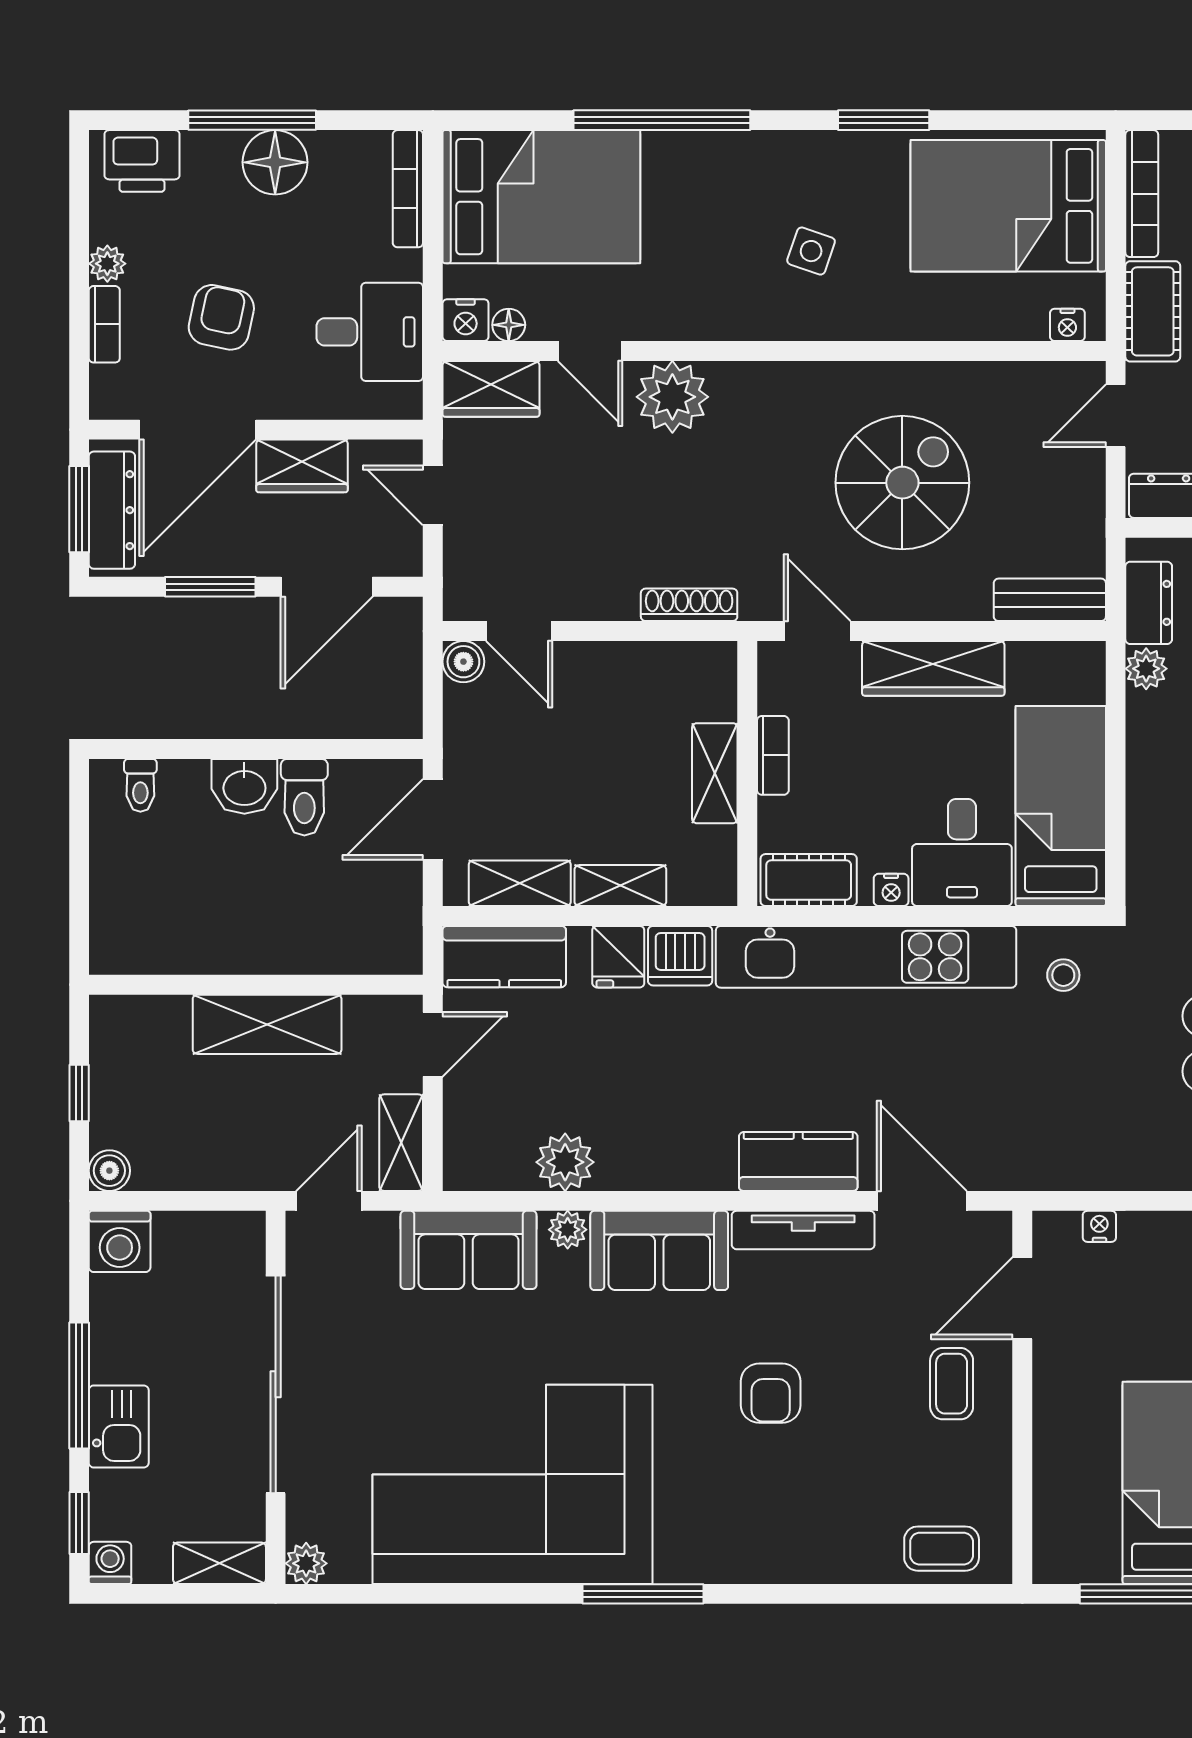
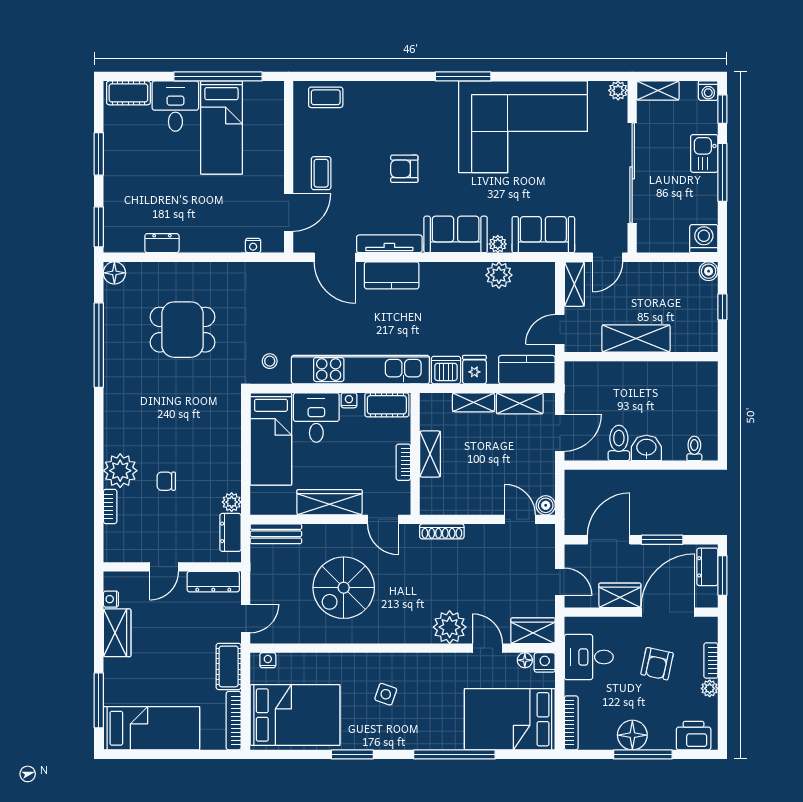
dresser: (112, 510) -> (707, 567), width x0.70
armchair: (771, 1393) -> (404, 169), turned -90

